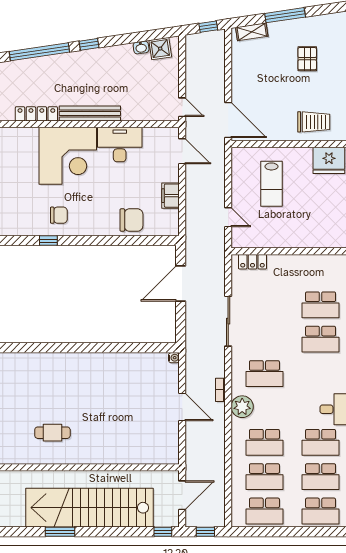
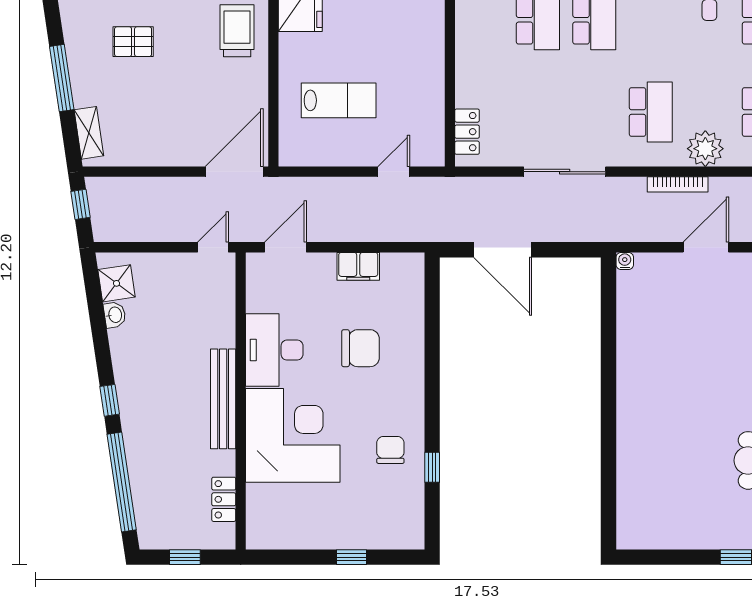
locker: (36, 114) -> (224, 499), width x0.66
chair: (131, 220) -> (360, 348), moved, turned 90
bookcase: (220, 390) -> (678, 184), width x1.56

